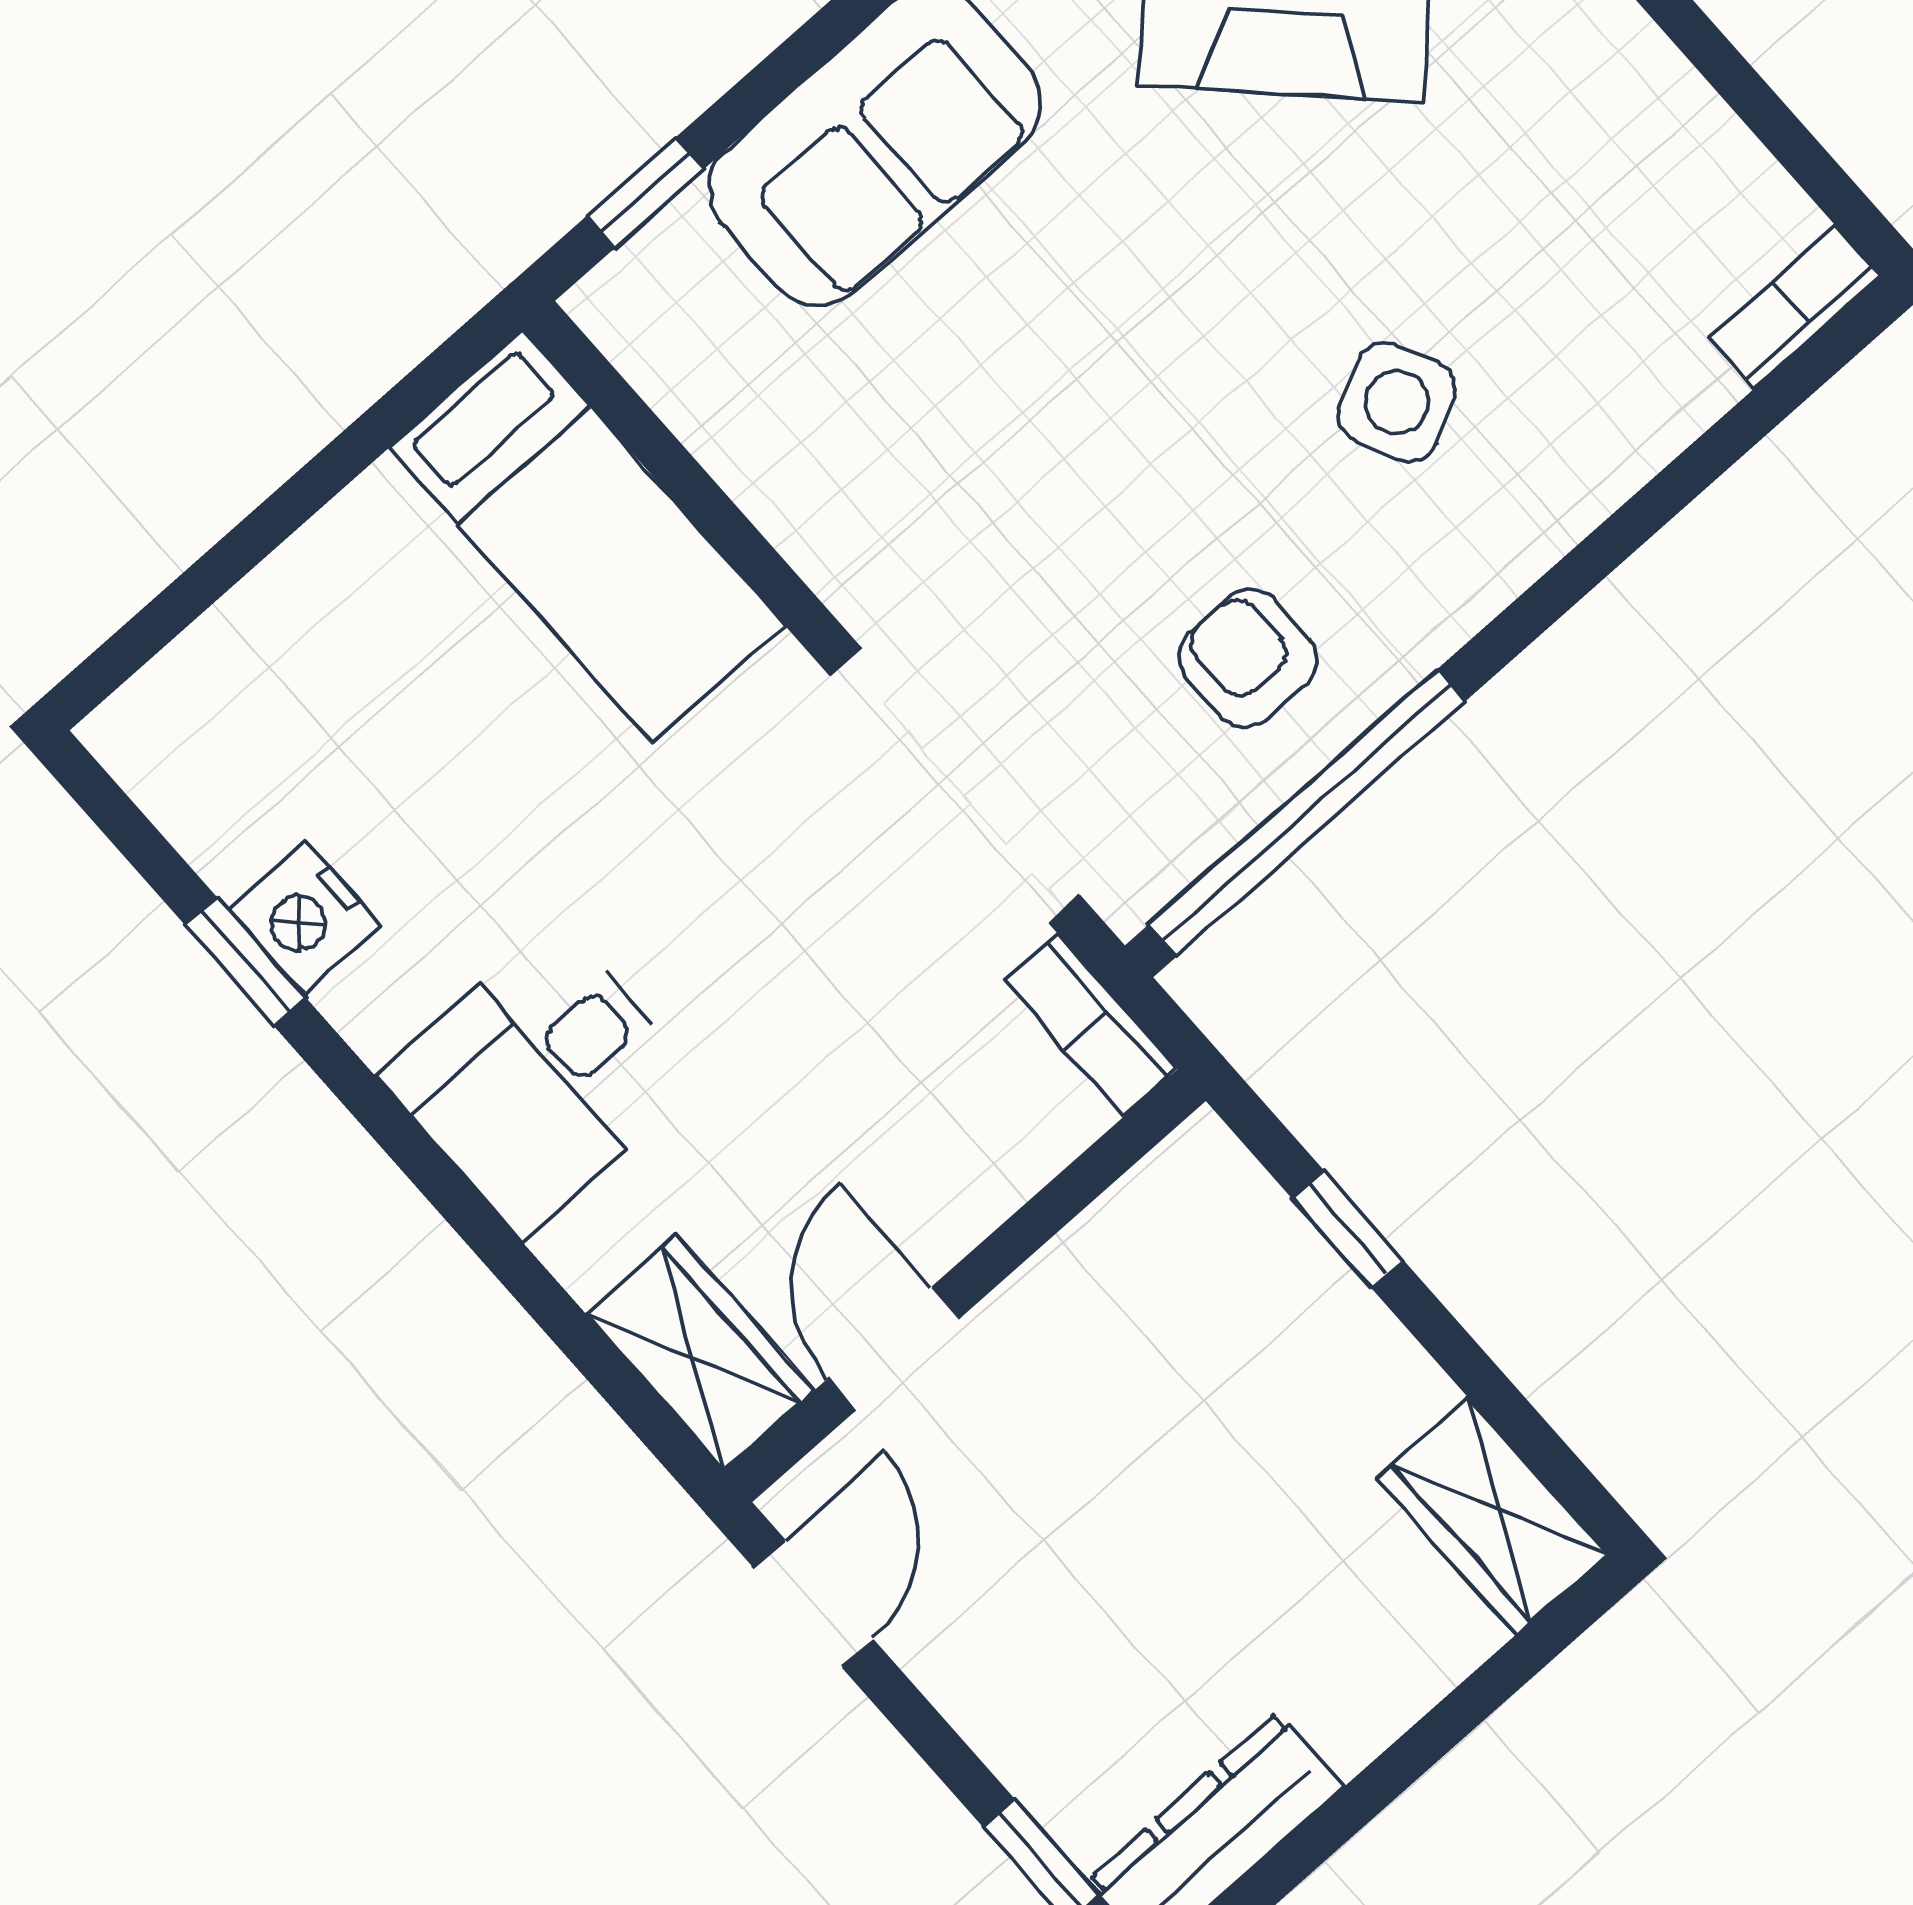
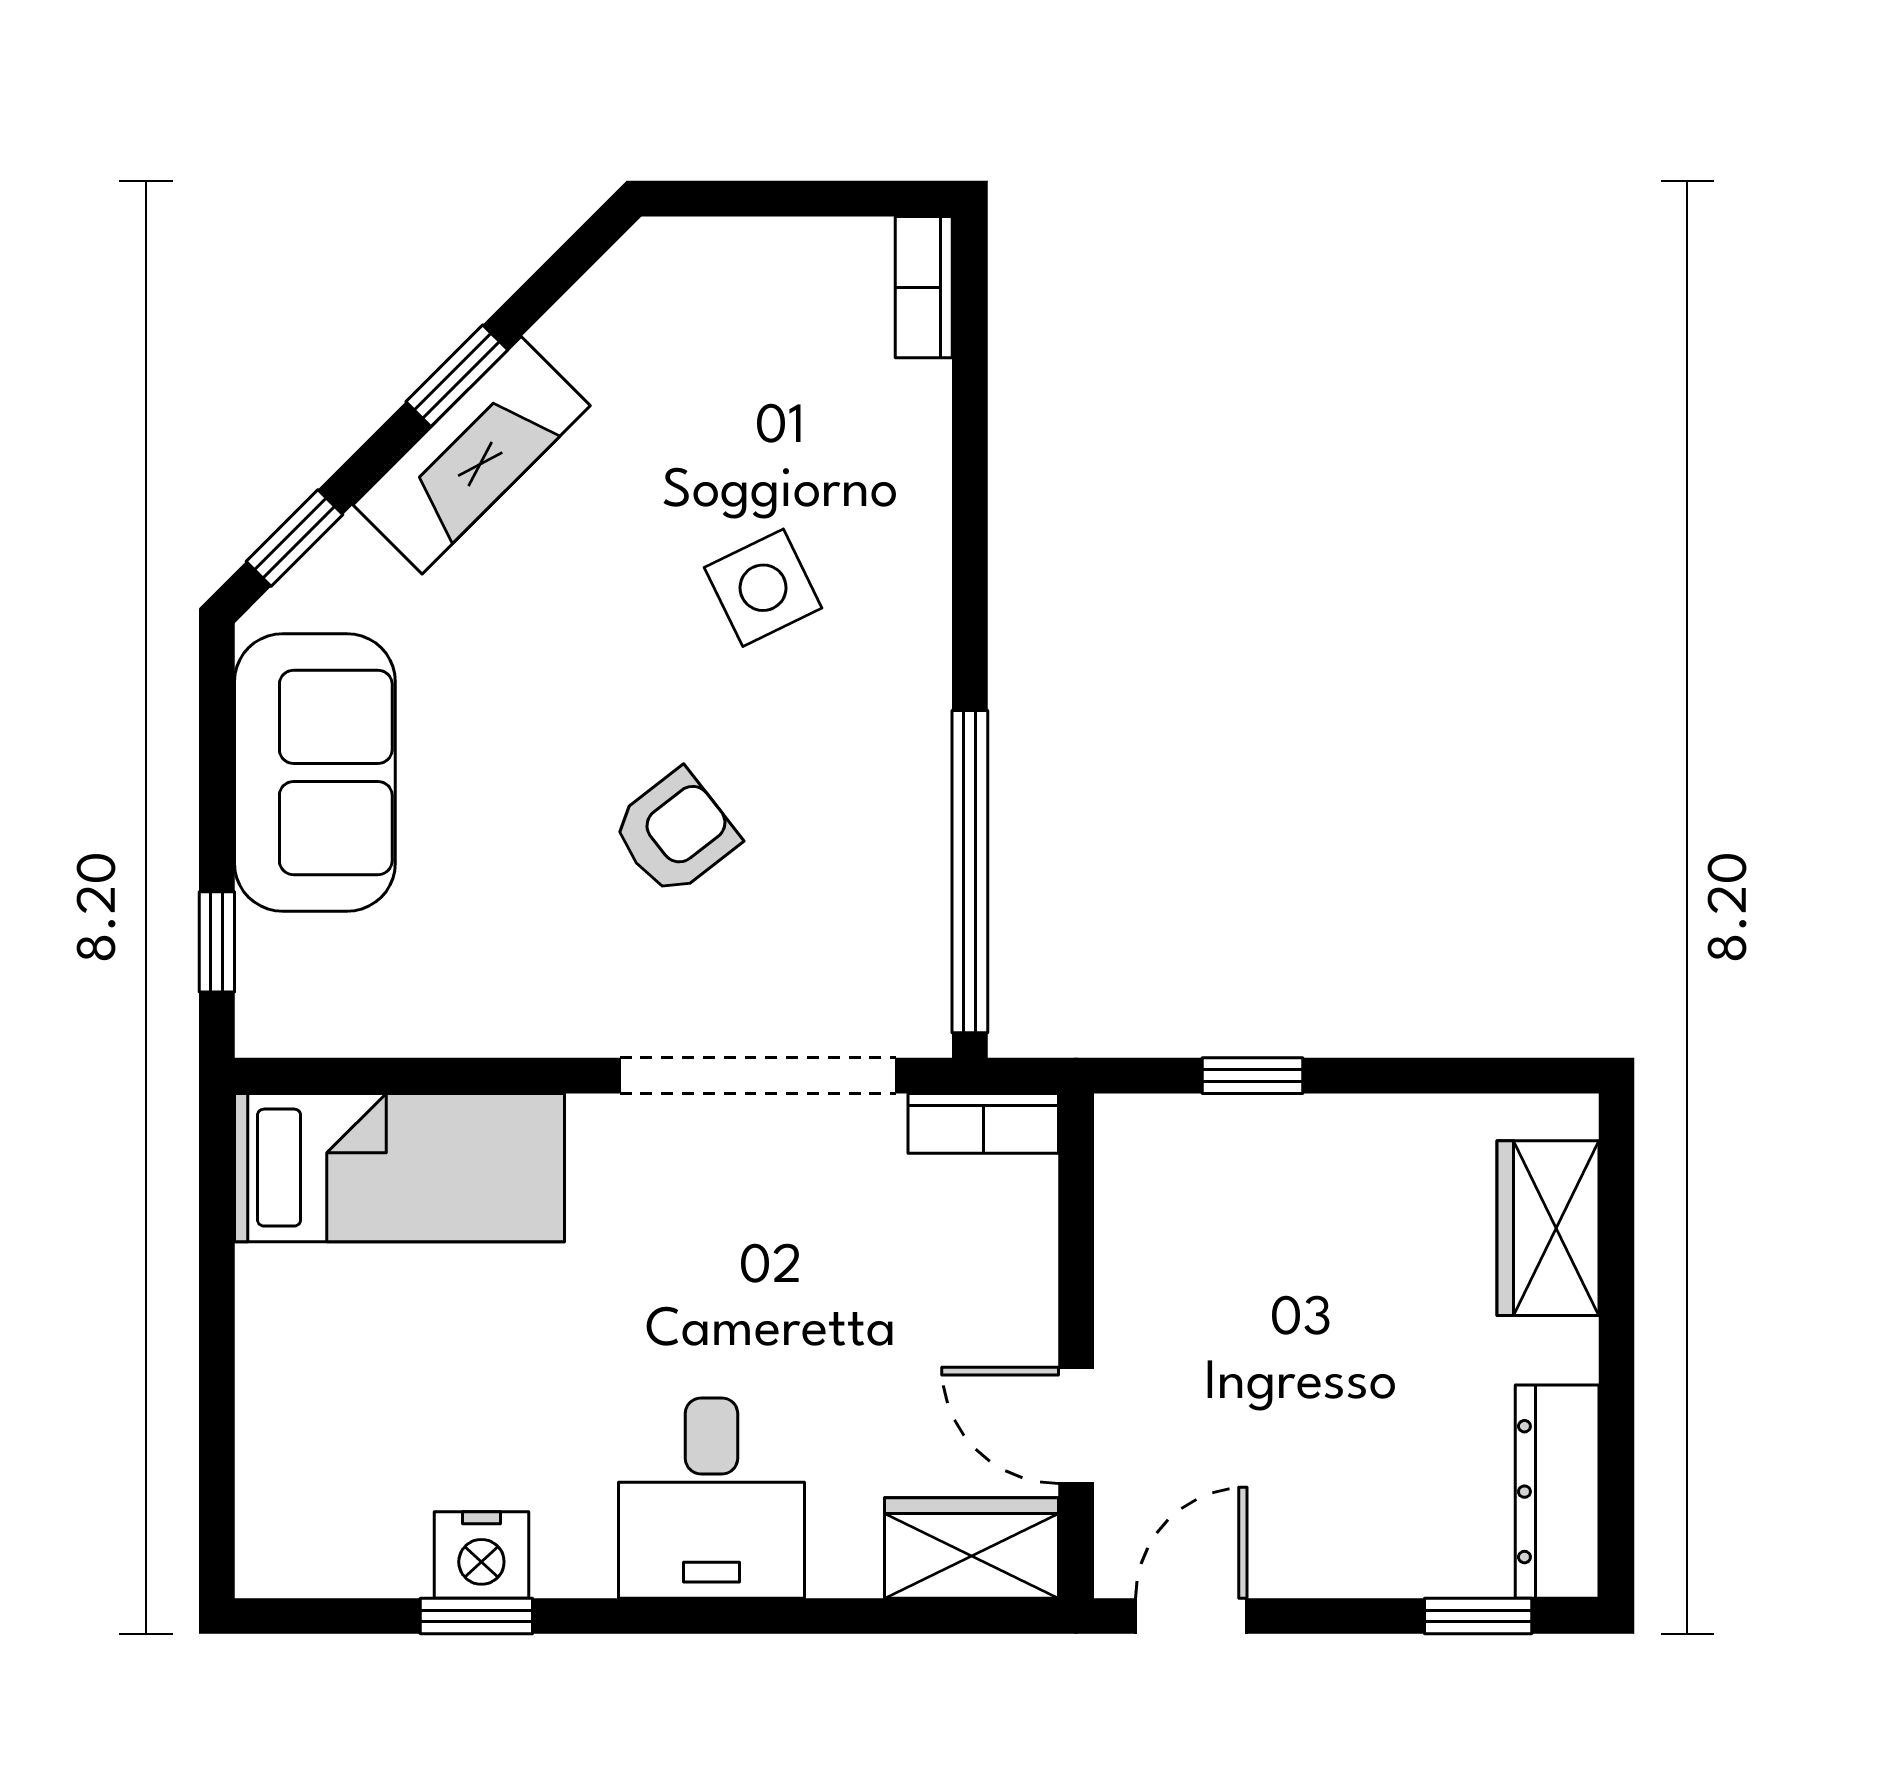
armchair: (1248, 658) -> (675, 833), moved, turned 142
wardrobe: (1492, 1516) -> (1548, 1228), moved, turned 90
door: (814, 1604) -> (1191, 1616), hinge flipped

